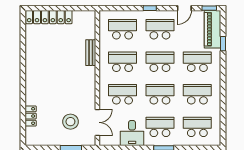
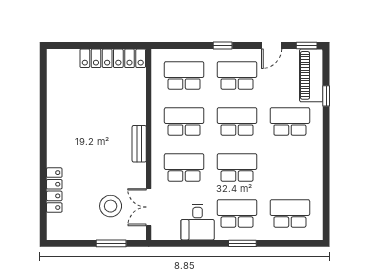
locker: (49, 17) -> (113, 58), moved
bench: (91, 53) -> (139, 144), moved
school desk: (197, 94) -> (290, 167), removed
locker: (31, 116) -> (54, 190), width x1.53
double door: (97, 122) -> (149, 207), swing flipped

